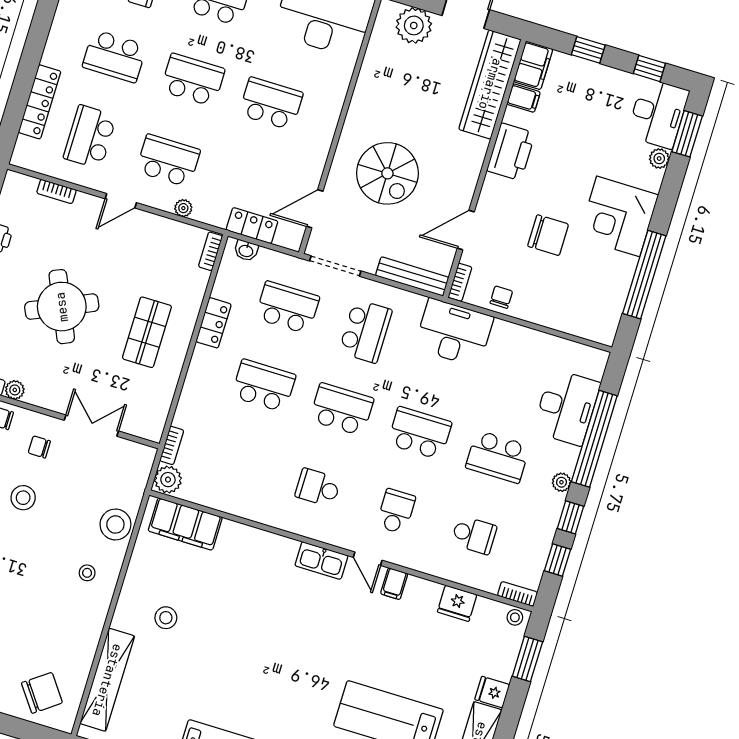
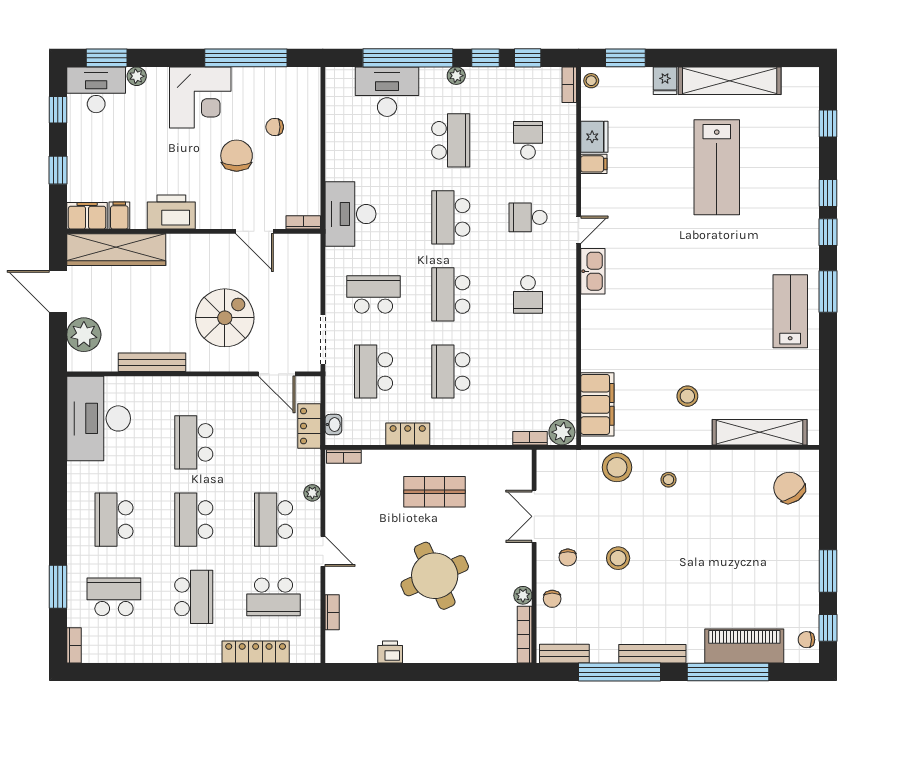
bench: (412, 276) -> (152, 362), moved, turned 90
chair: (501, 297) -> (275, 127), moved
filing cabinet: (394, 584) -> (594, 164), moved

